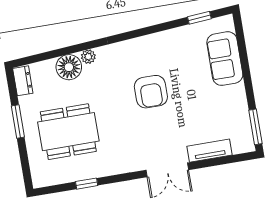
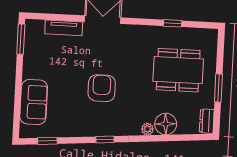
window: (134, 34) -> (105, 139), added

